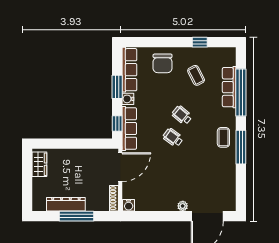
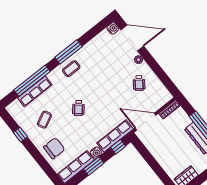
wheelchair: (173, 138) -> (139, 83), moved
water cooler: (129, 205) -> (113, 28), moved

